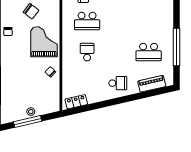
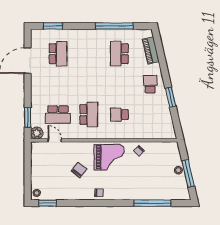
grand piano: (44, 42) -> (109, 157), turned 180
school desk: (149, 52) -> (119, 54), turned 180
locker: (76, 102) -> (169, 125), removed
window: (105, 104) -> (171, 97), added

